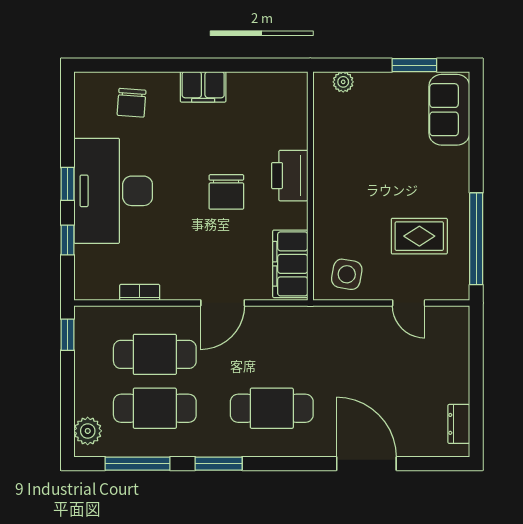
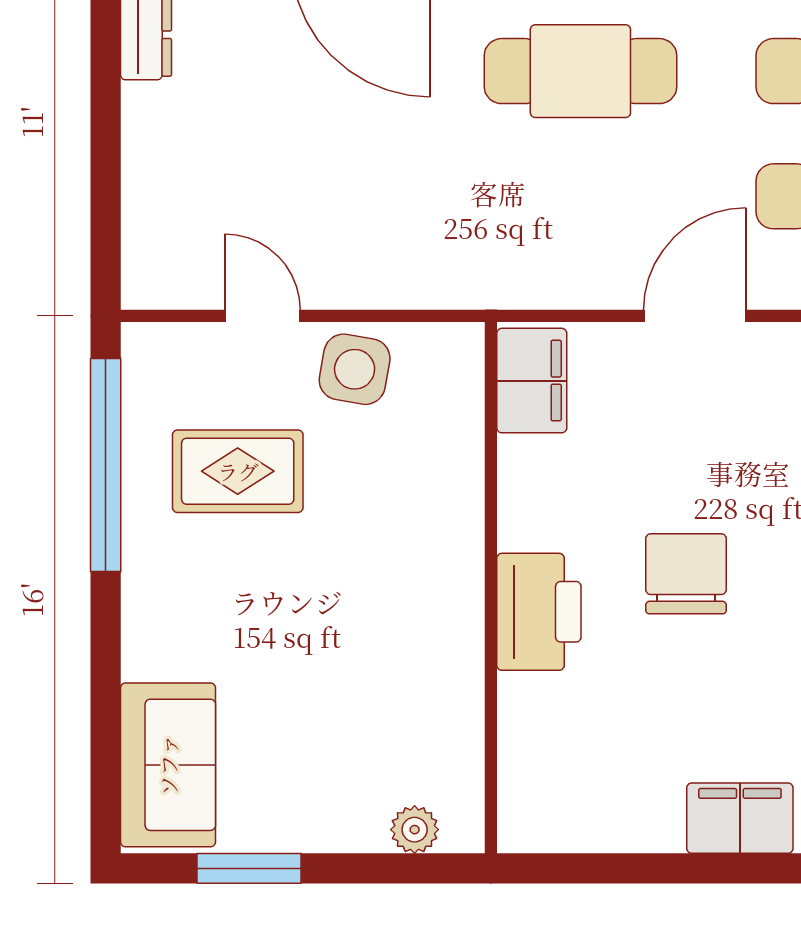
filing cabinet: (290, 264) -> (532, 381), width x0.67, depth x0.86
side table: (347, 274) -> (355, 369), moved

